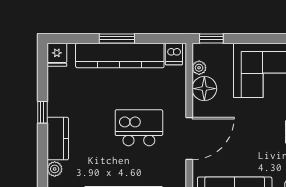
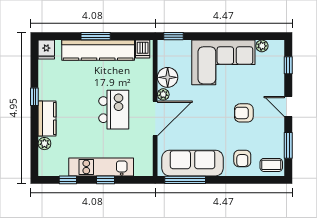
plant: (199, 68) -> (163, 94), moved
kitchen island: (139, 128) -> (114, 110), turned 90

